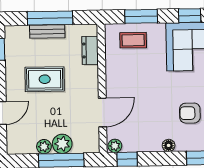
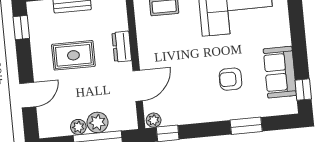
dresser: (90, 50) -> (122, 47), moved
floor lamp: (169, 145) -> (211, 115), removed

